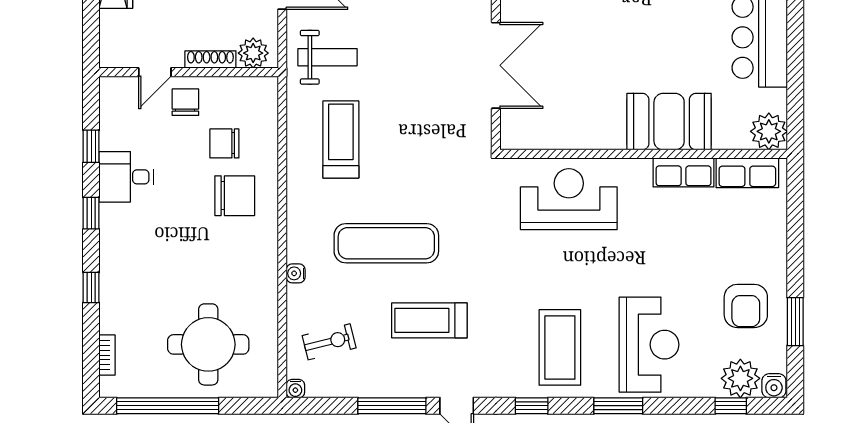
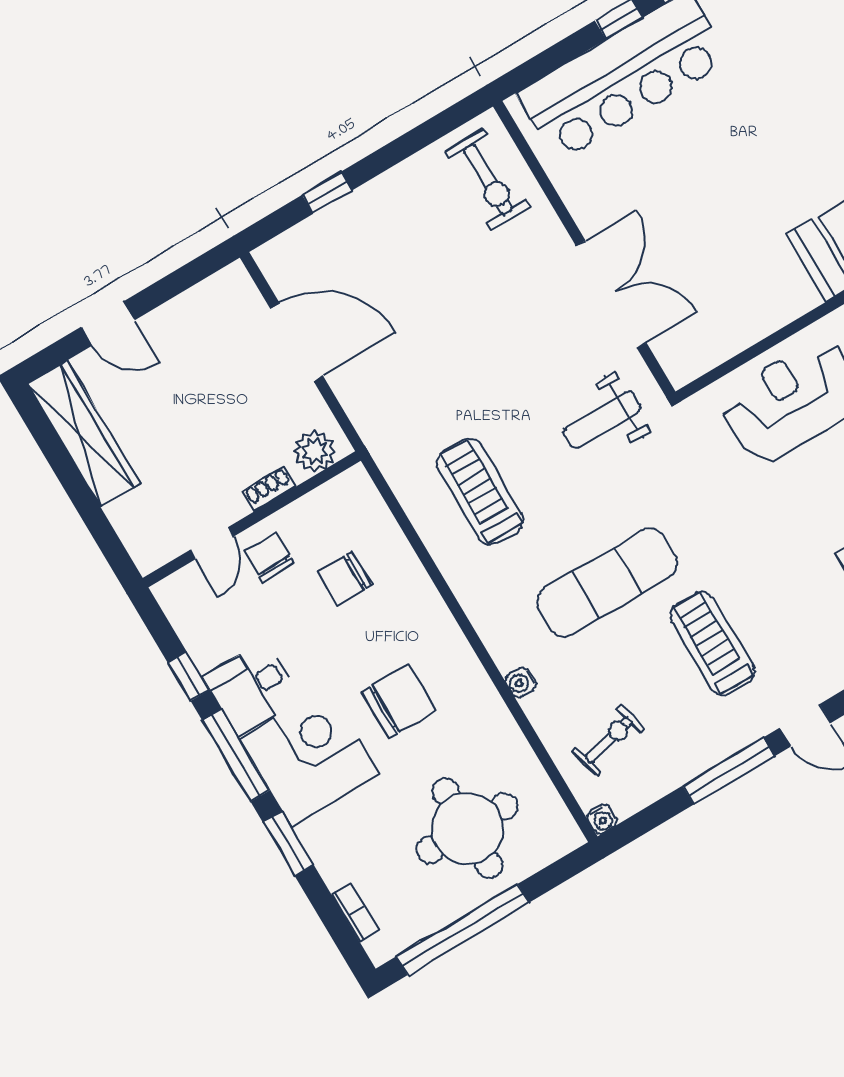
weight bench: (327, 57) -> (602, 420), moved, turned 180
shoe rack: (210, 59) -> (269, 489), width x0.70
chair: (235, 196) -> (399, 701), moved
window: (91, 213) -> (236, 756), width x2.17
corner desk: (136, 242) -> (310, 757), added
window: (91, 288) -> (288, 844), width x1.50
treadmill: (429, 320) -> (713, 644), turned 90

